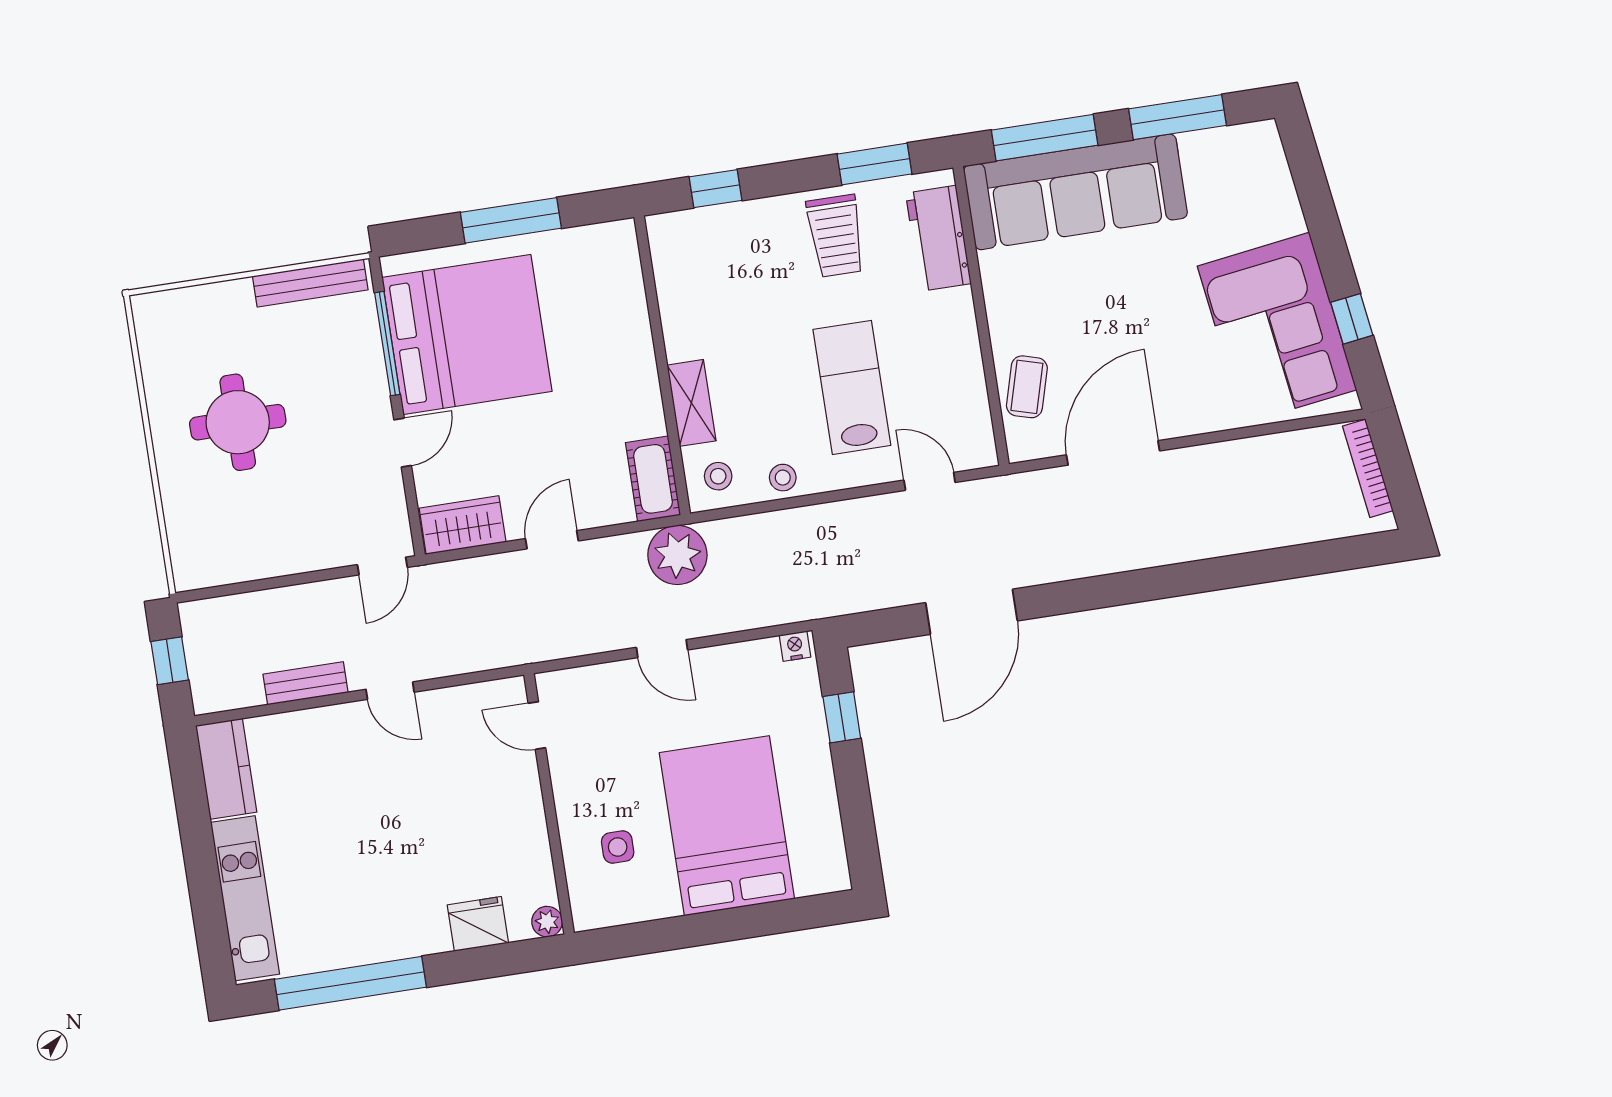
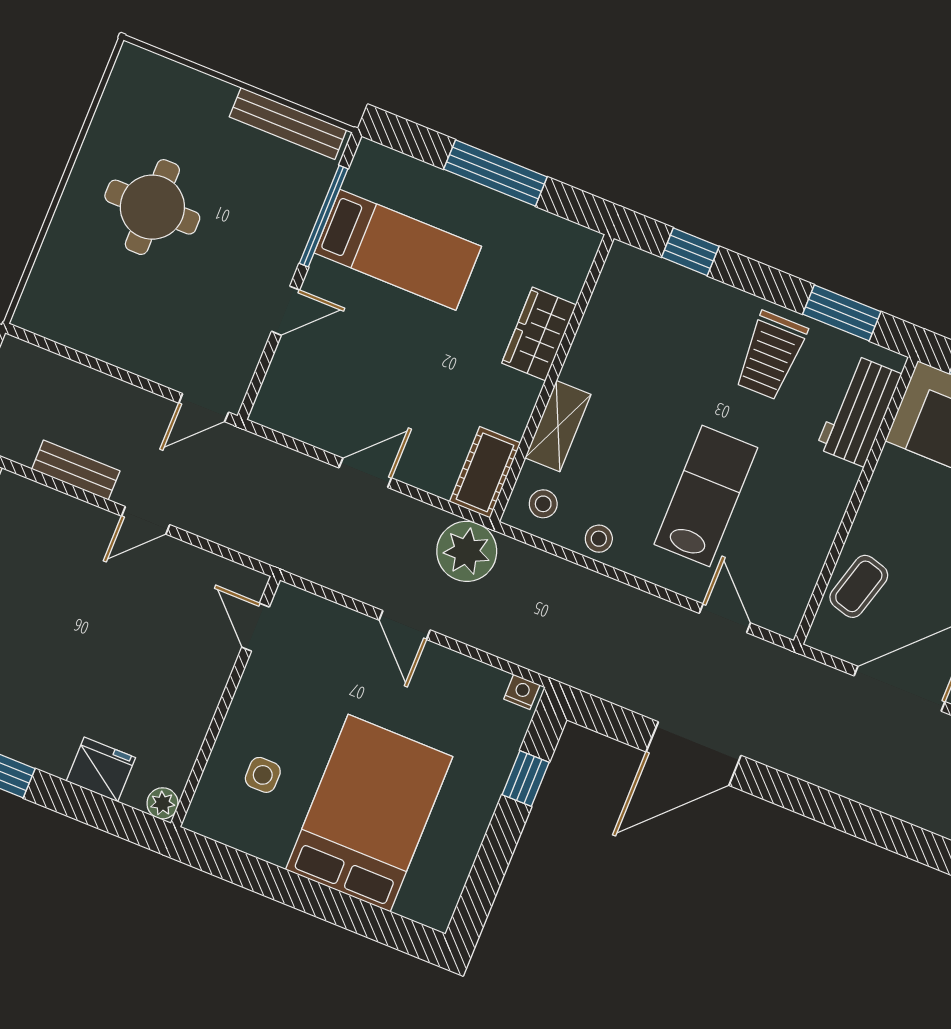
bed: (467, 334) -> (398, 250), width x0.49
wardrobe: (463, 525) -> (539, 334), moved, turned -90
door: (390, 691) -> (146, 520), hinge flipped

